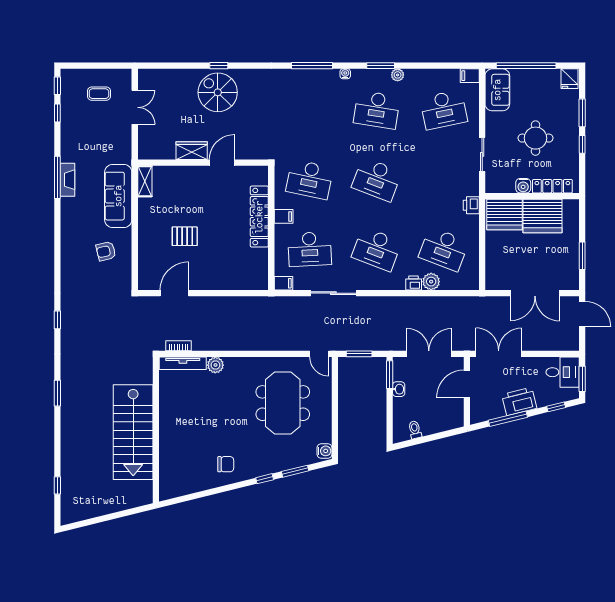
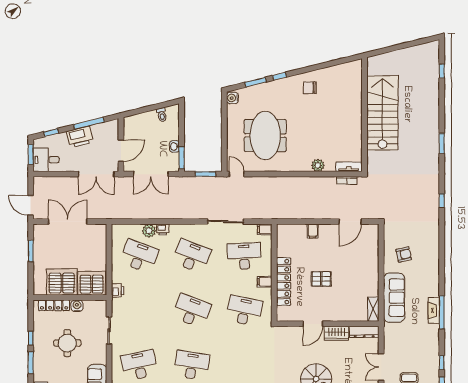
dresser: (156, 152) -> (364, 332), added
pallet: (185, 236) -> (321, 279), moved
filing cabinet: (222, 281) -> (313, 231), added
tv unit: (183, 363) -> (349, 167), width x0.71

